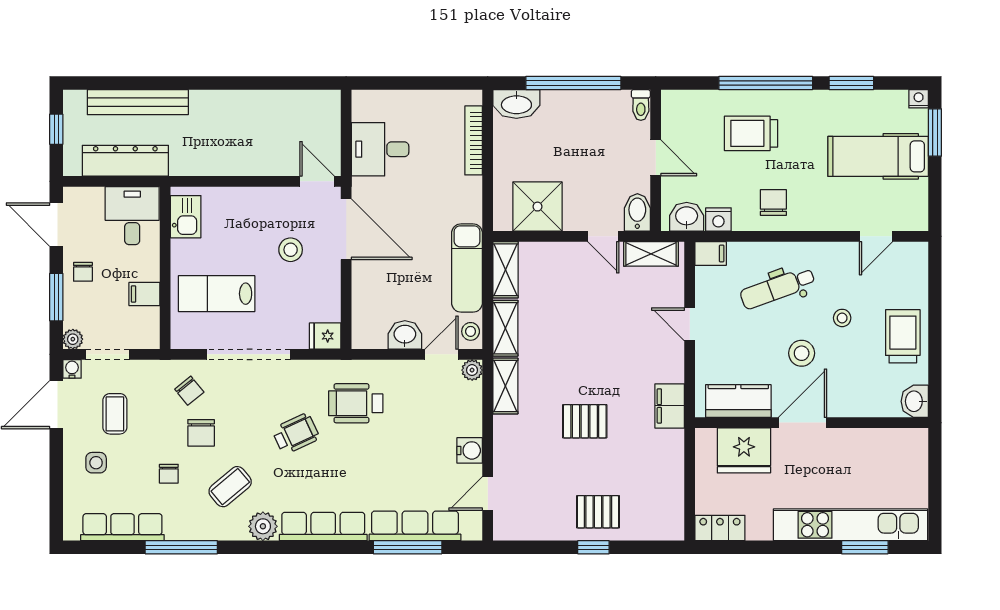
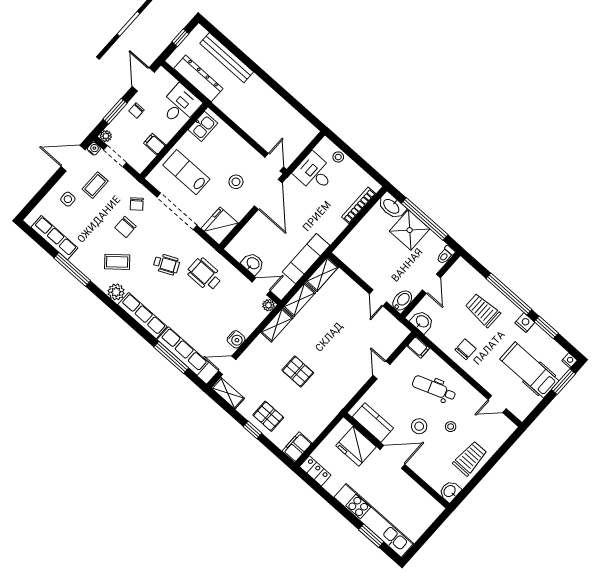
shower: (537, 207) -> (410, 230), moved
nightstand: (718, 219) -> (525, 323), moved, turned 180
shelving: (651, 254) -> (228, 393), moved
stool: (471, 331) -> (338, 157), moved
fridge: (325, 336) -> (220, 226), width x1.88, depth x1.34
filing cabinet: (670, 406) -> (297, 447), moved
chair: (169, 474) -> (95, 232), removed

